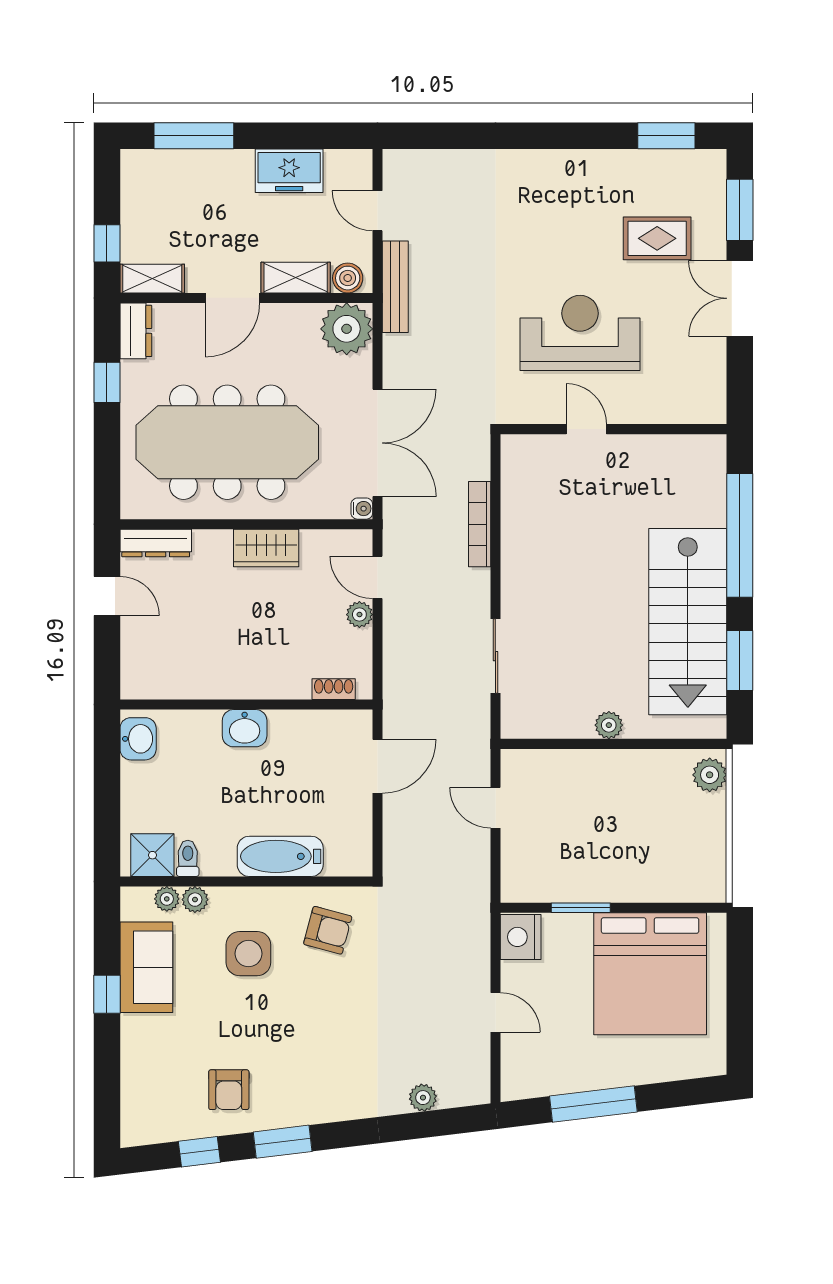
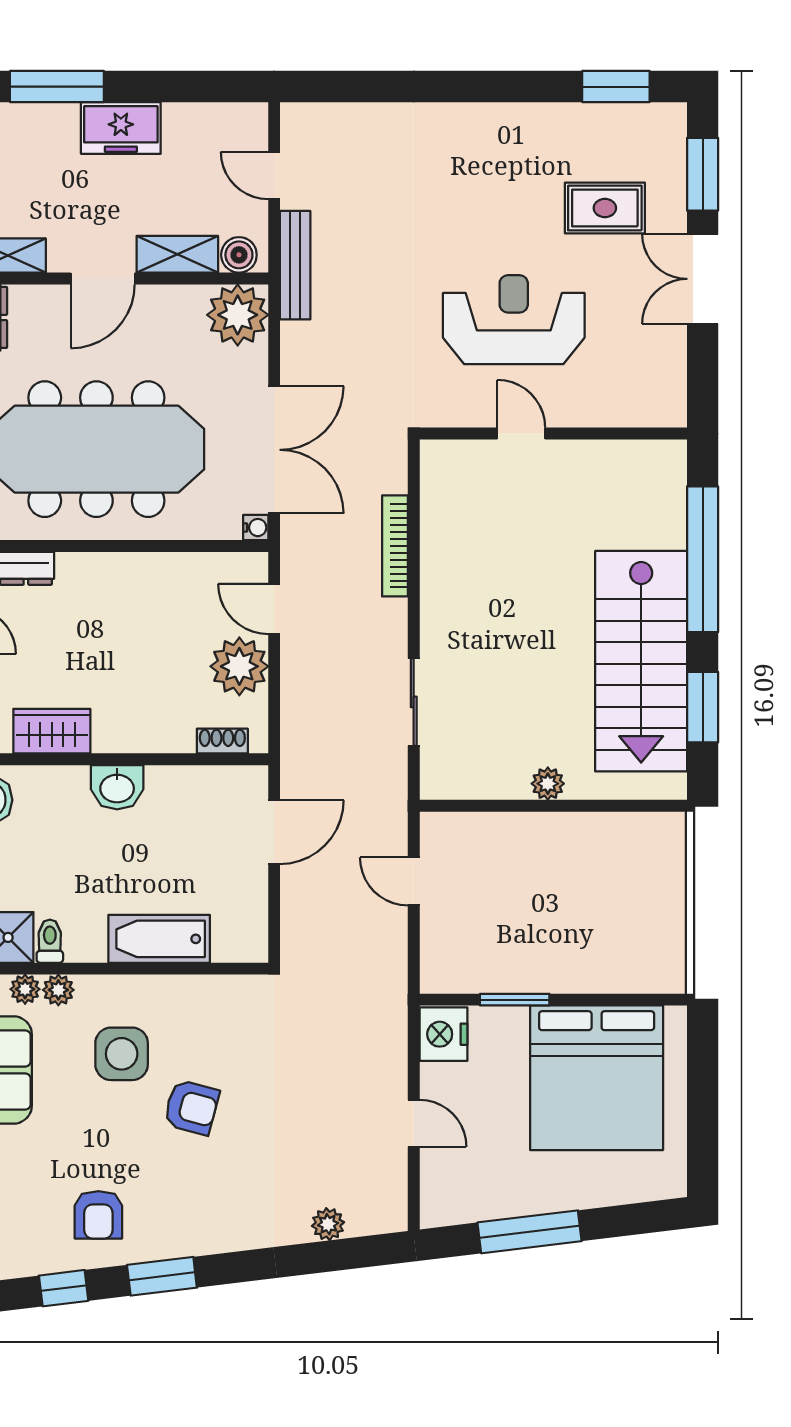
freezer: (289, 171) -> (121, 128), moved
wardrobe: (266, 548) -> (52, 731), moved, turned 180
plant: (359, 615) -> (239, 666), width x1.87, depth x1.87
plant: (710, 775) -> (667, 842), removed
armchair: (328, 930) -> (191, 1107), moved

